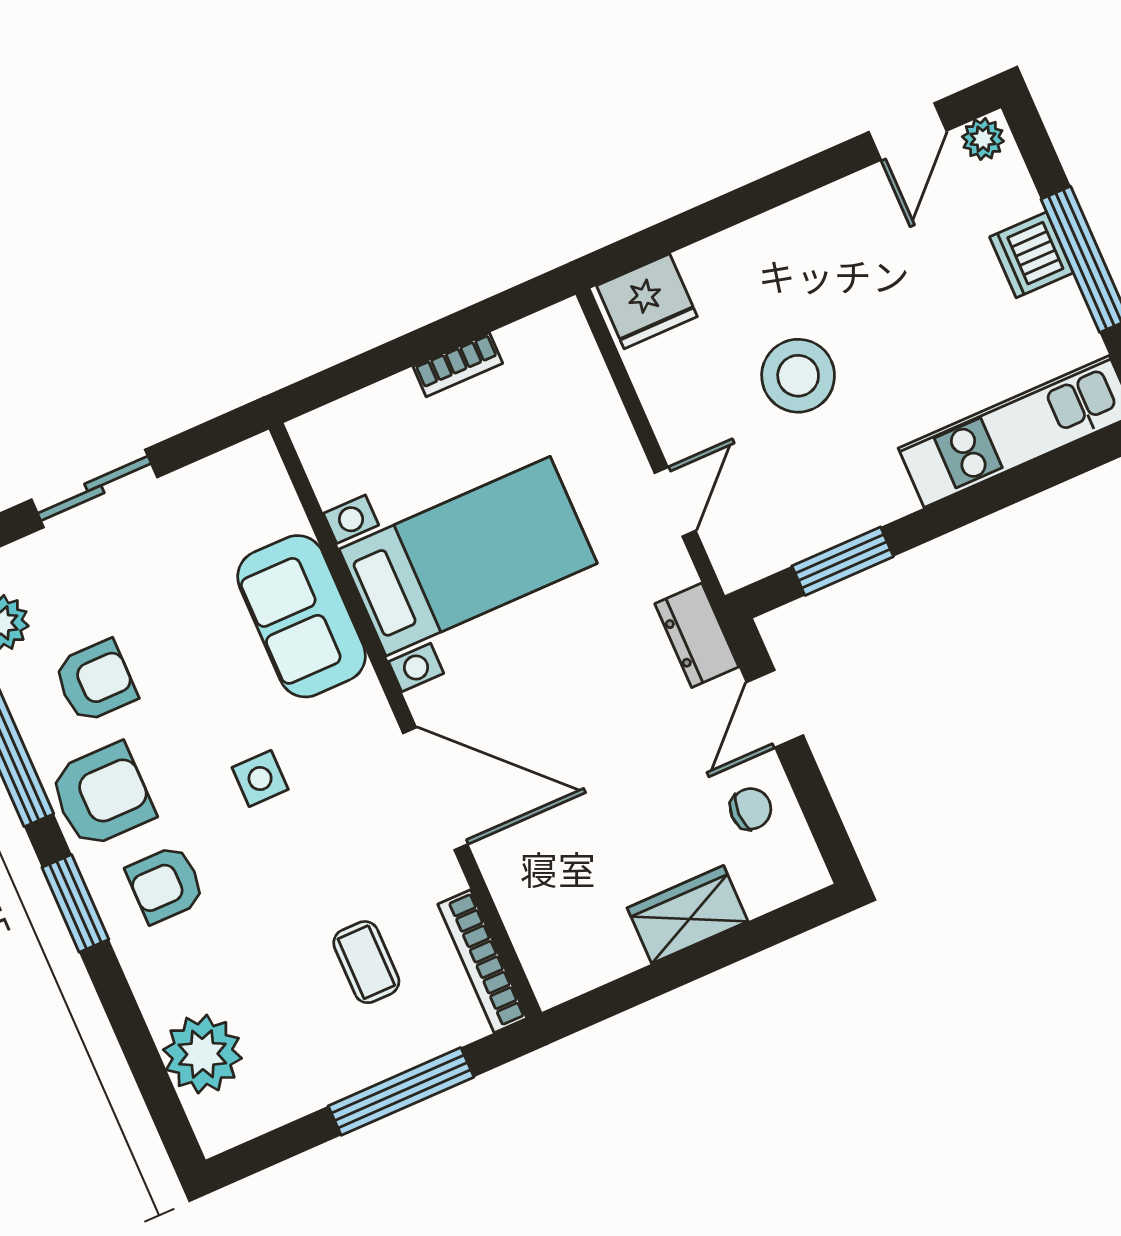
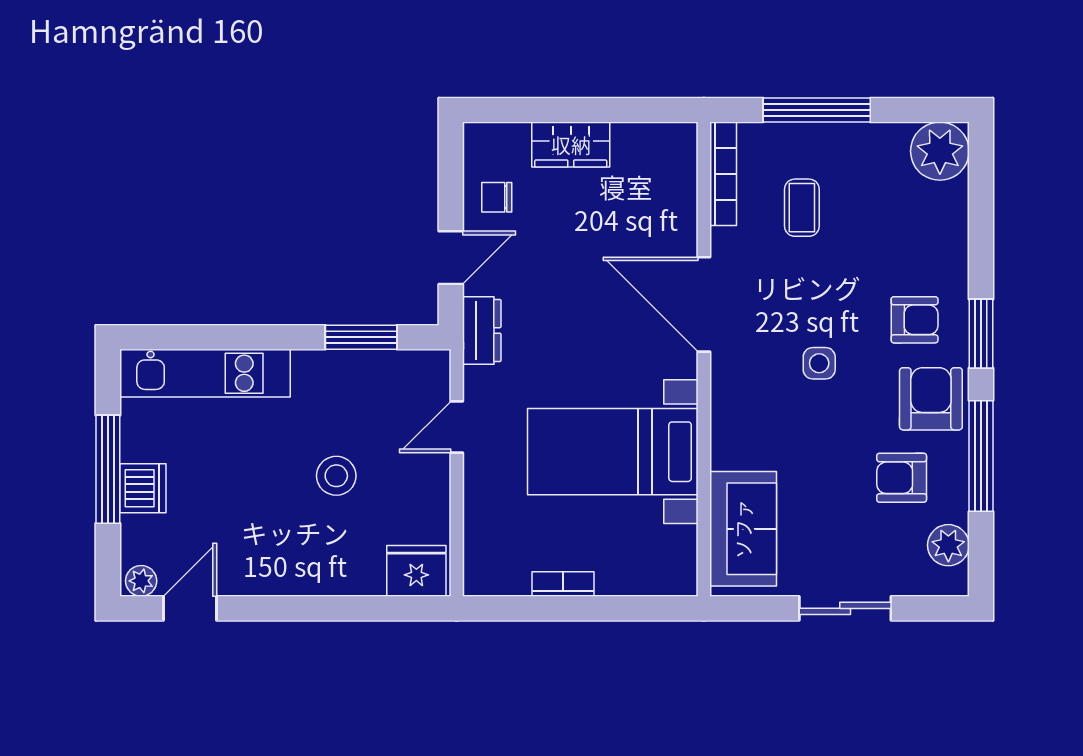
stool: (798, 376) -> (336, 476), width x0.73, depth x0.73
sofa: (302, 616) -> (743, 529), moved
armchair: (102, 795) -> (931, 399), turned 90
plant: (202, 1054) -> (940, 151), moved

